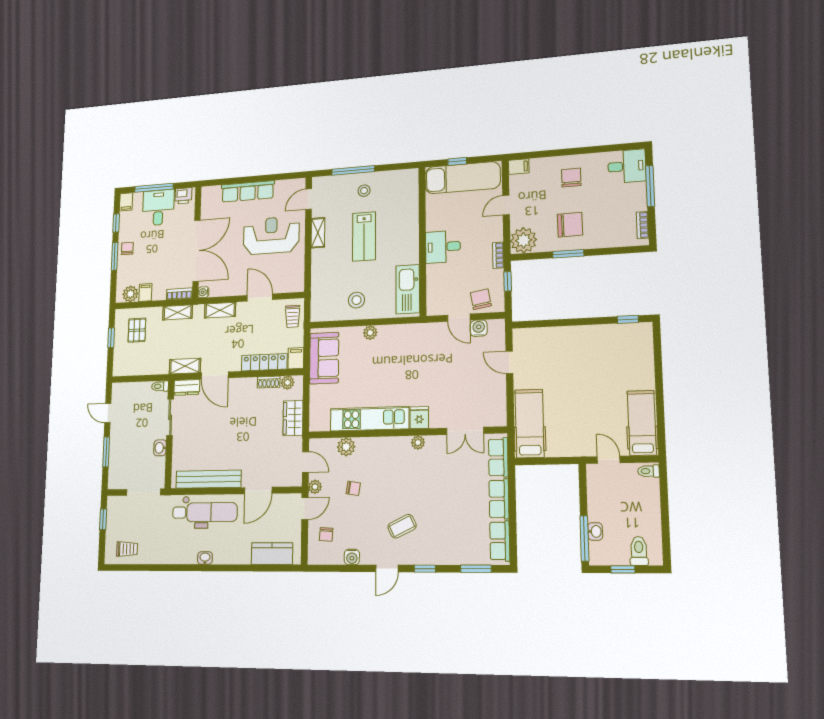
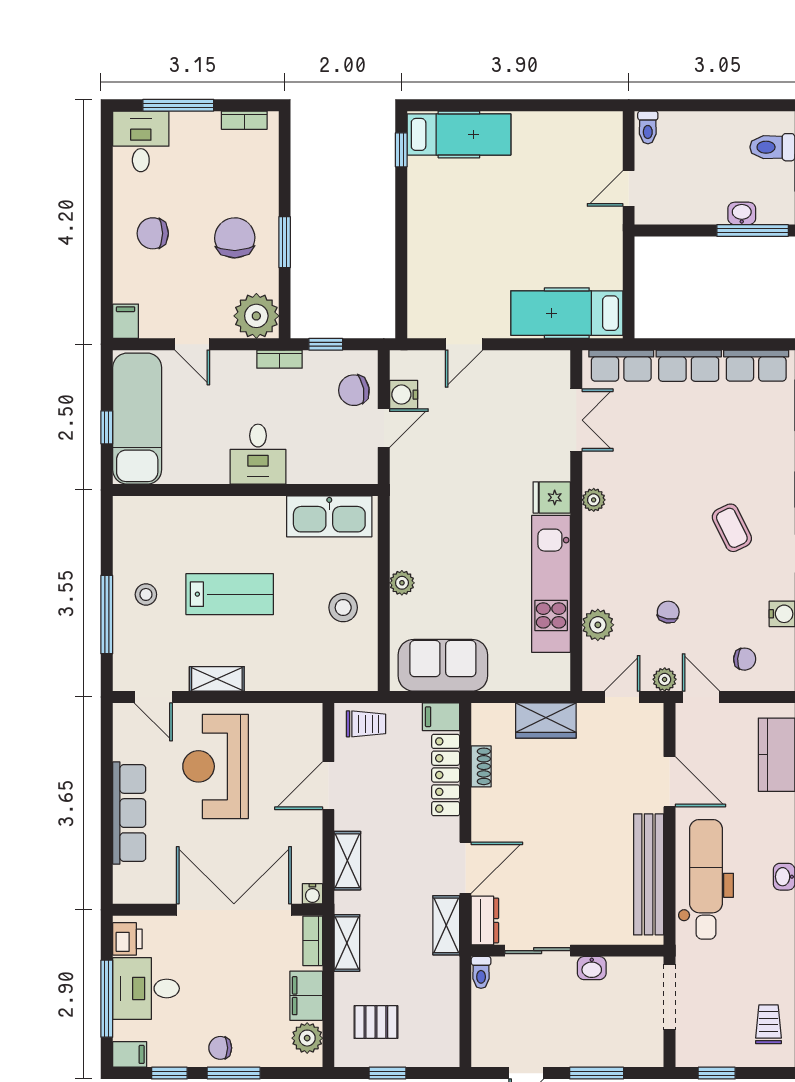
filing cabinet: (145, 292) -> (306, 996), width x2.00
plant: (287, 383) -> (483, 731), removed
hospital bed: (642, 423) -> (459, 134), moved, turned 180

